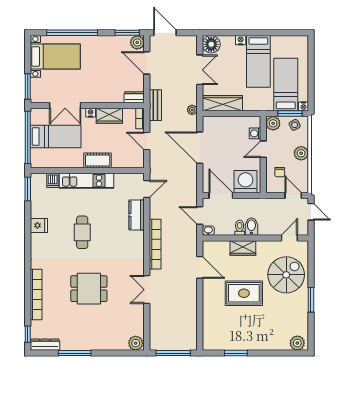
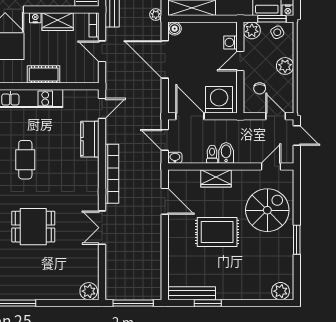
boiler: (208, 122) -> (175, 29), added
bench: (222, 345) -> (192, 293), added

